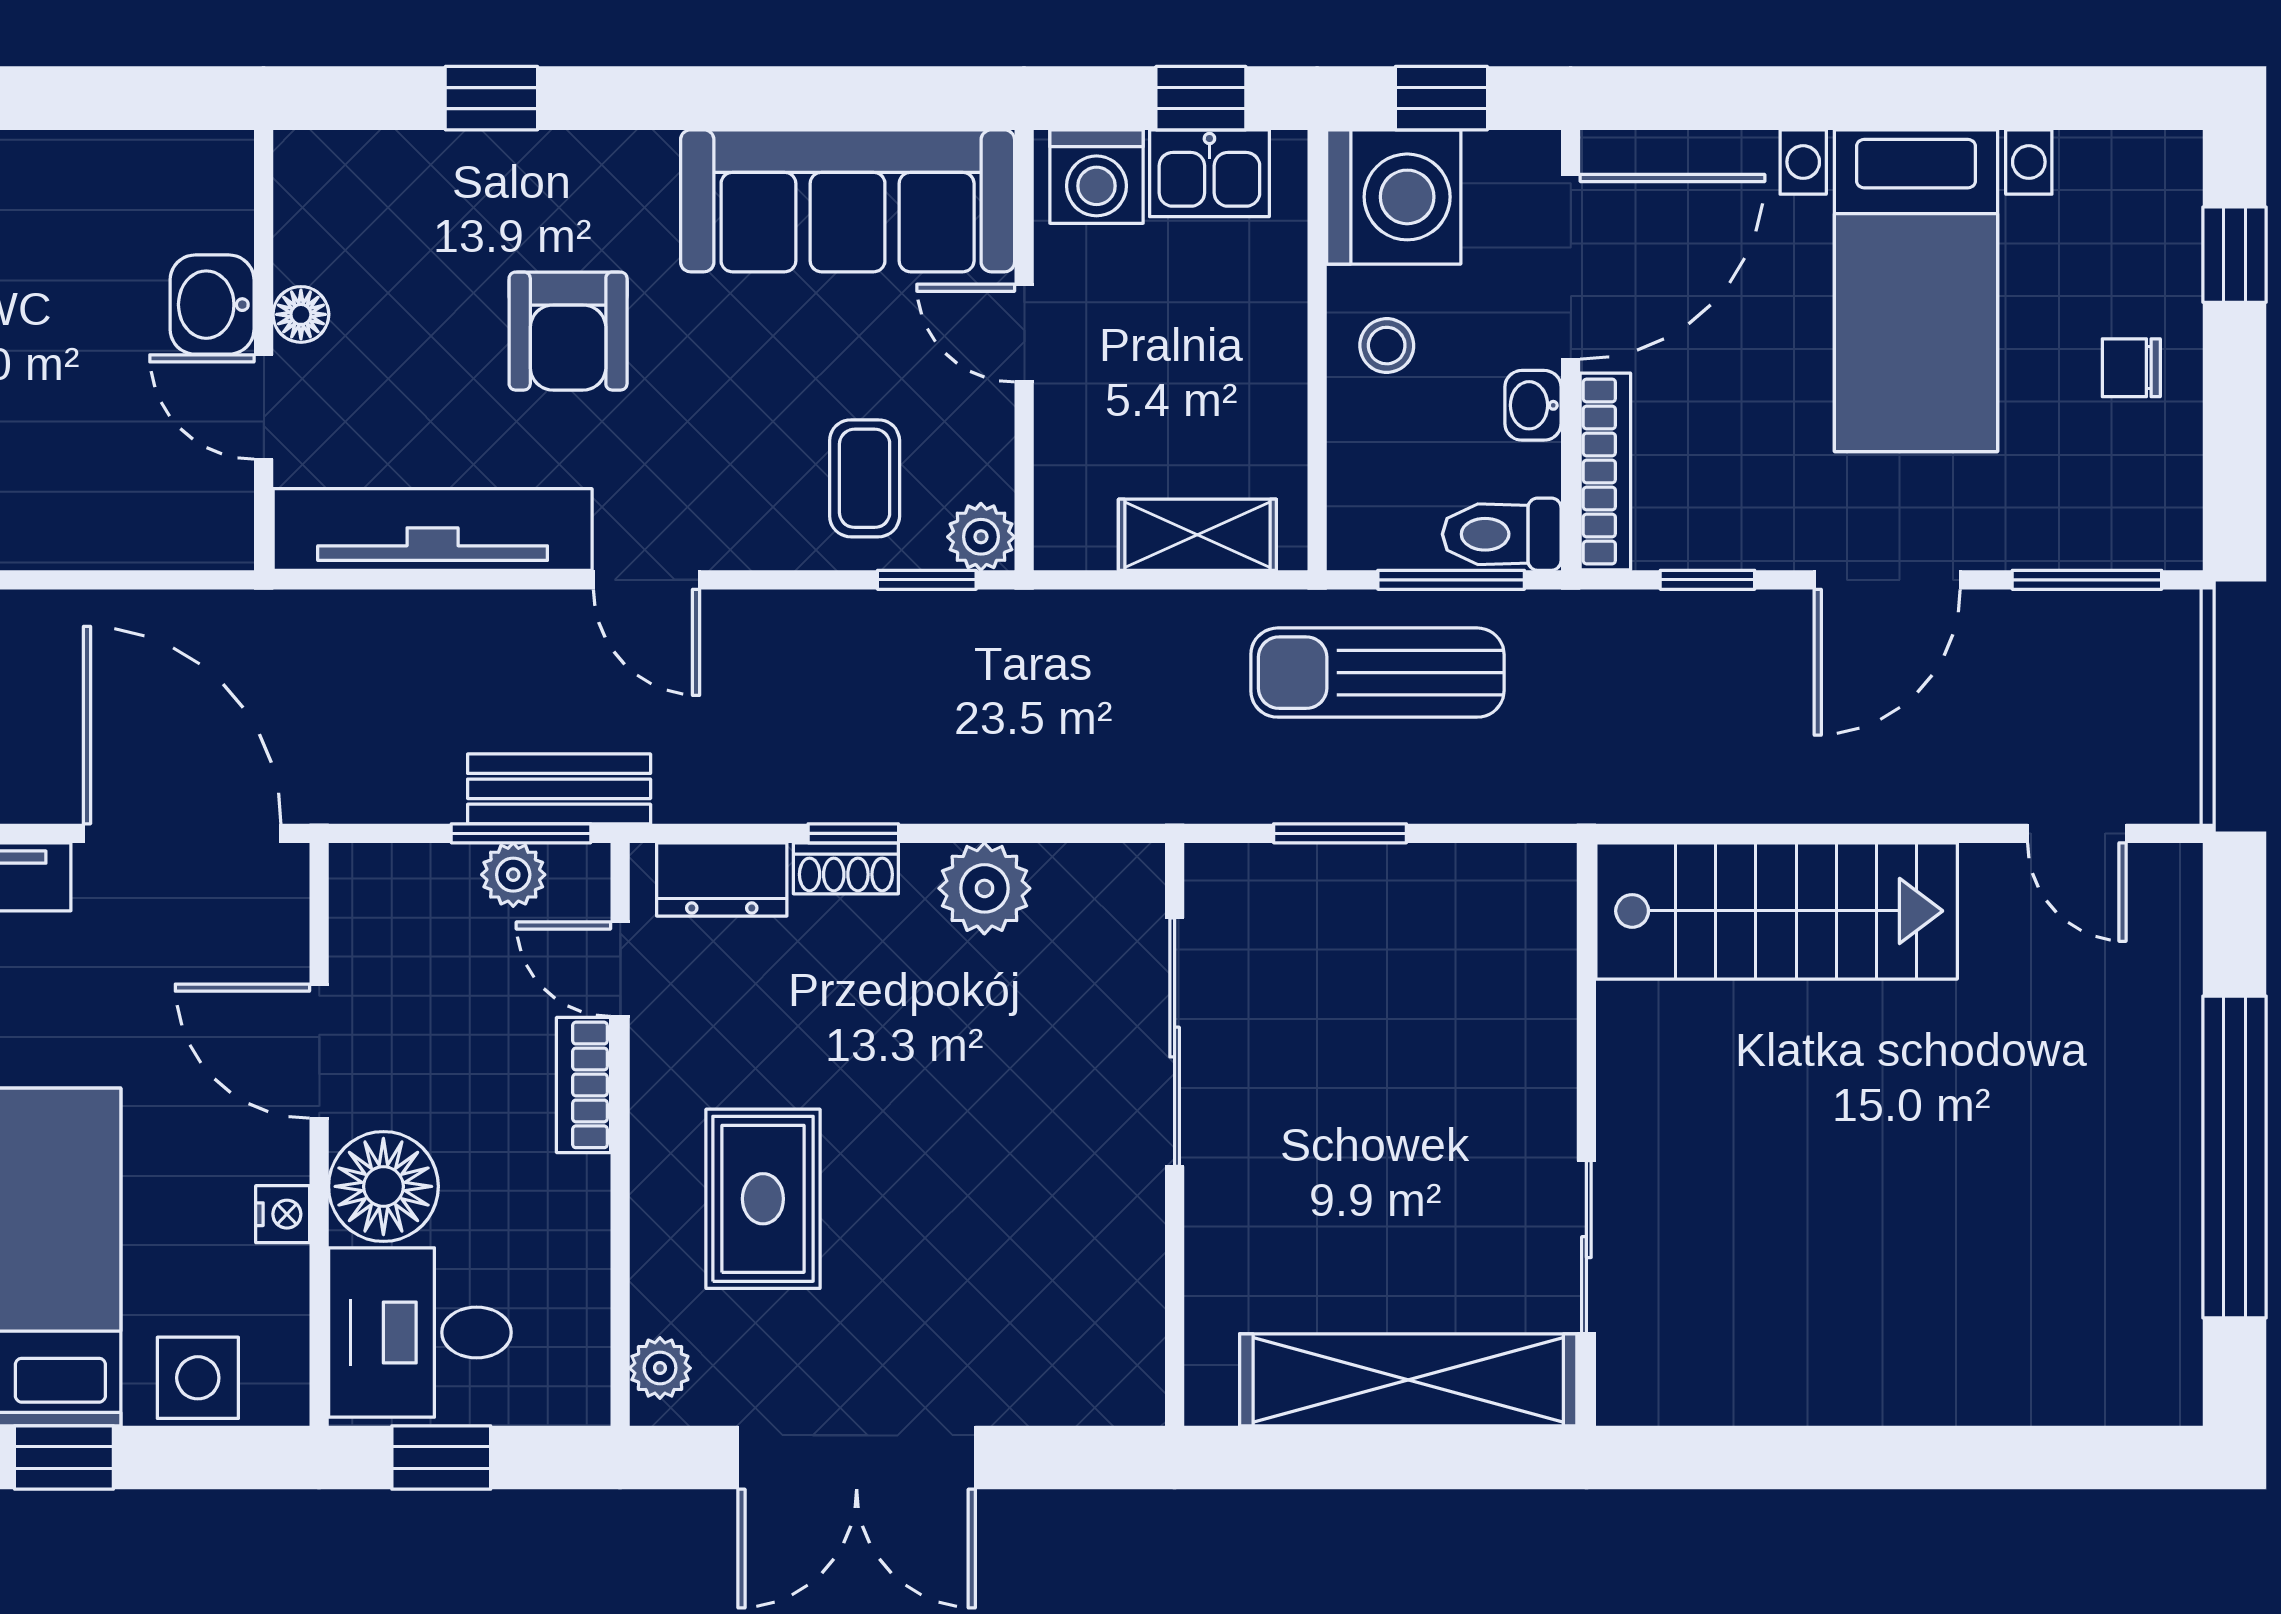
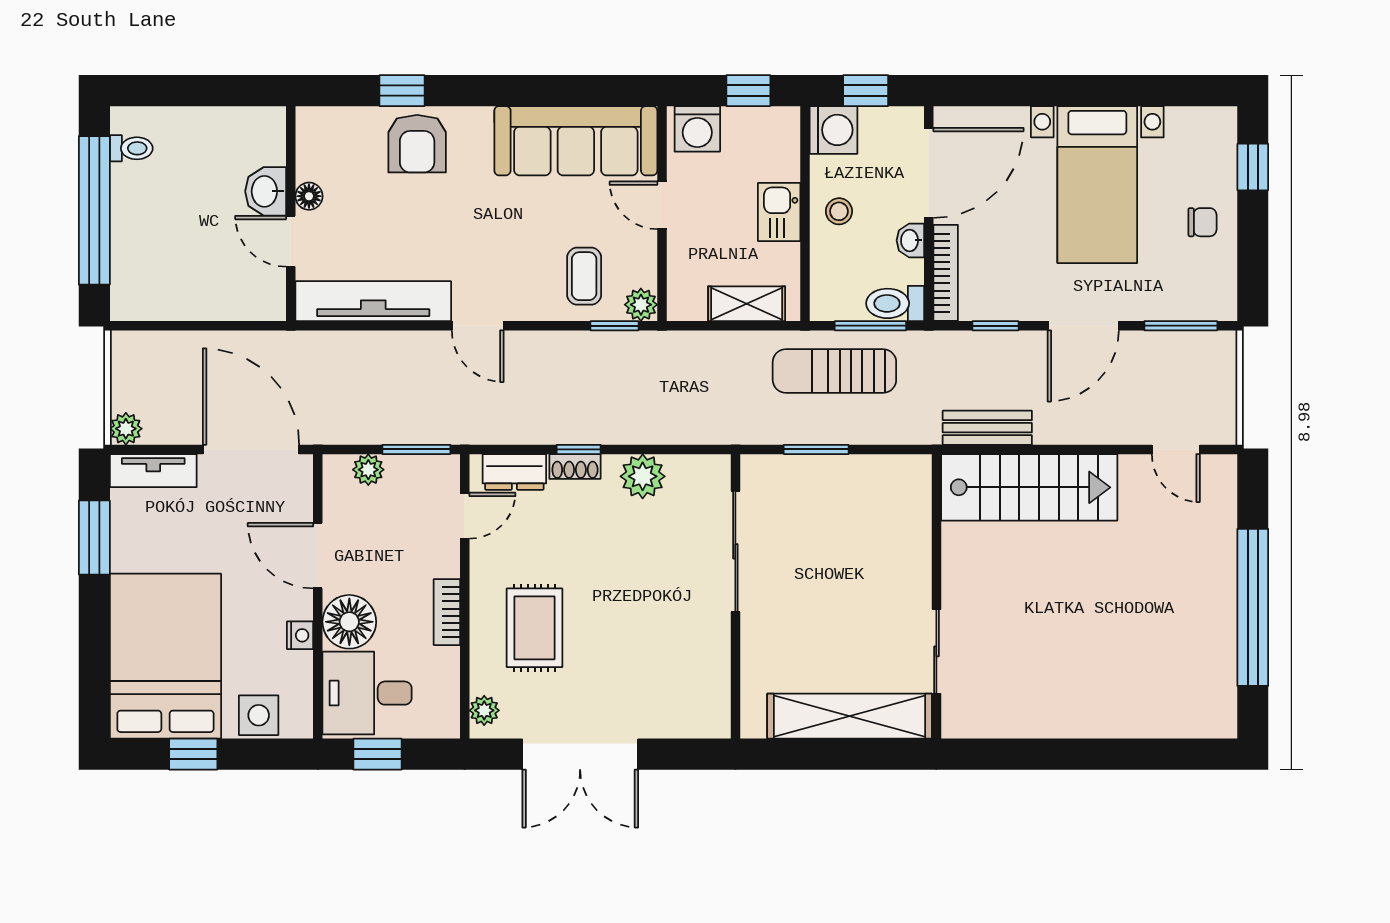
kitchen sink: (1209, 173) -> (779, 212), moved, turned 90
washing machine: (1394, 197) -> (834, 130), width x0.73, depth x0.73
armchair: (568, 331) -> (417, 144), moved
chair: (2131, 368) -> (1202, 222), turned 180
bench: (559, 789) -> (987, 428), moved
plant: (513, 875) -> (368, 470), moved
door: (620, 969) -> (465, 516), swing flipped
bookcase: (583, 1085) -> (447, 612), moved

